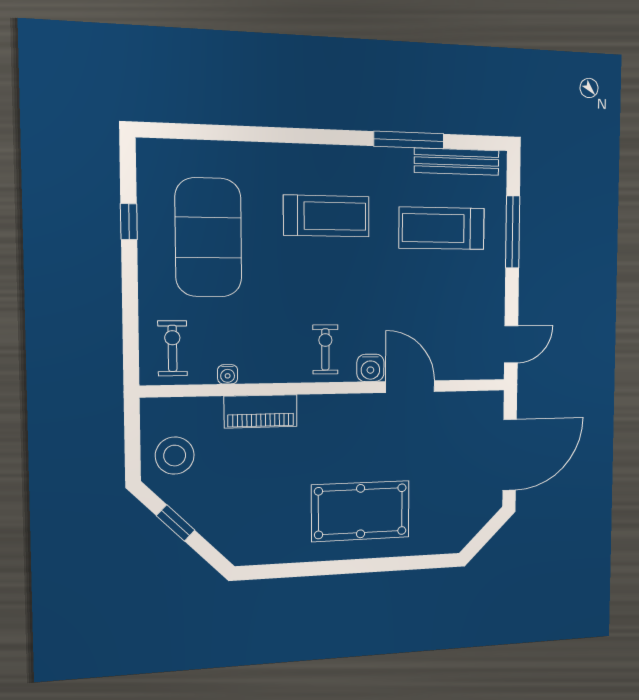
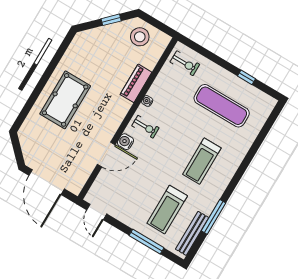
treadmill: (442, 228) -> (167, 210), turned 180
exercise mat: (208, 237) -> (222, 106), width x0.68
water cooler: (228, 374) -> (147, 101), moved

